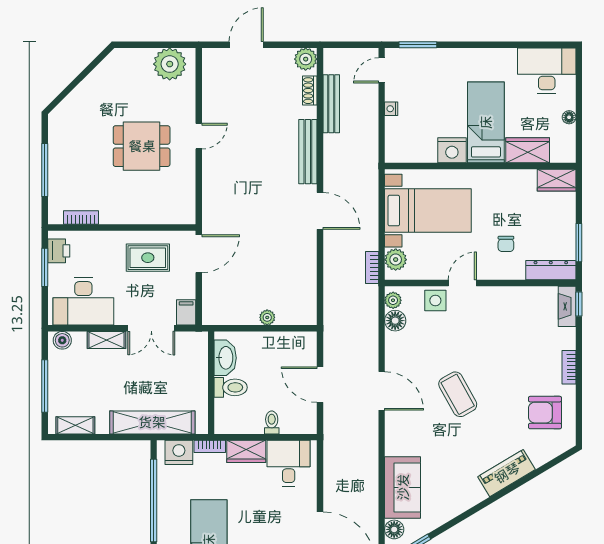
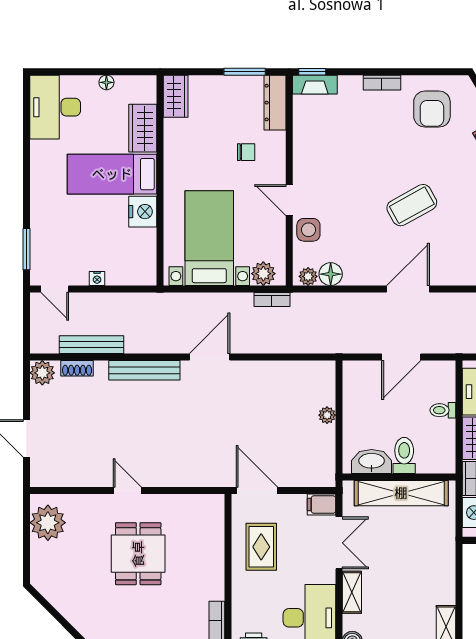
shelving: (152, 422) -> (401, 493), moved, turned 90

